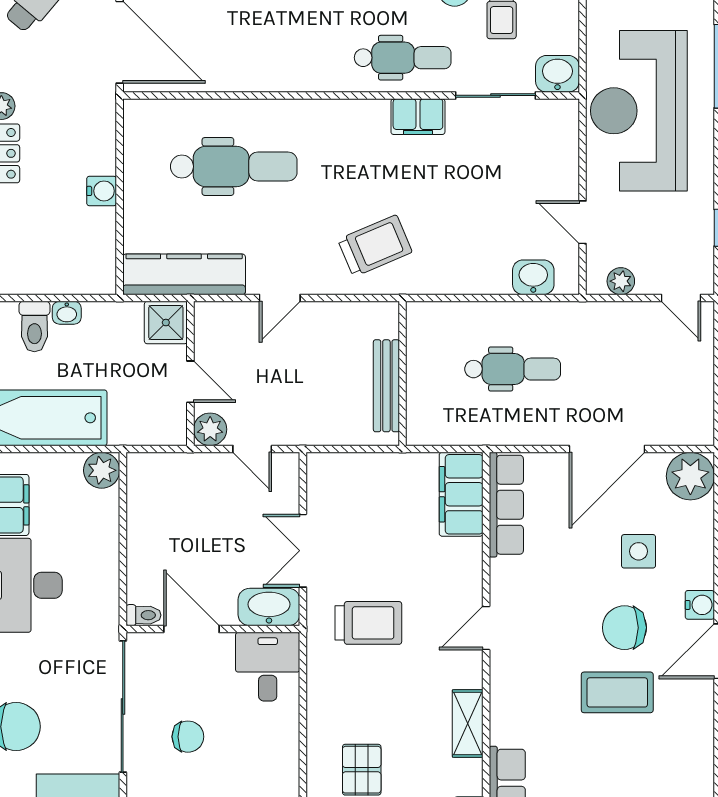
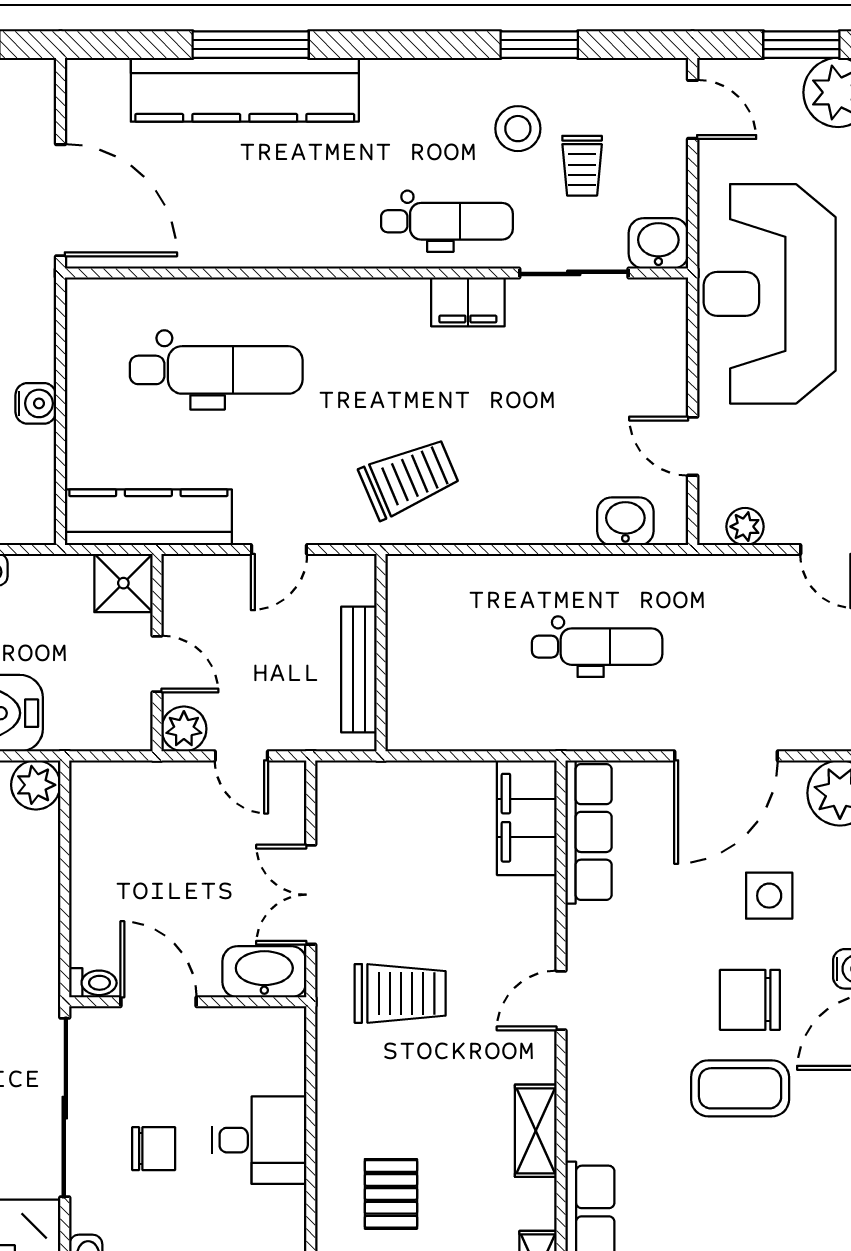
wall: (403, 373) -> (381, 653), moved
bench: (386, 386) -> (359, 669), moved
desk: (268, 667) -> (259, 1140), moved, turned 90

